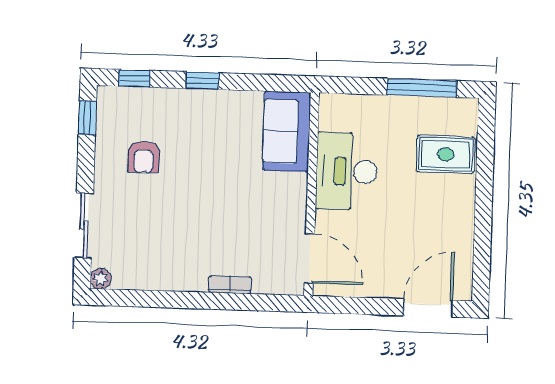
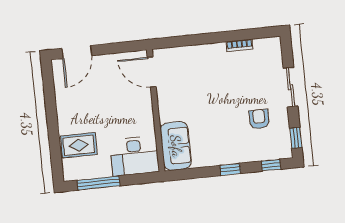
desk: (347, 171) -> (135, 156), moved, turned 90
sliding door: (84, 225) -> (291, 87), moved
plant: (101, 279) -> (275, 43), removed
bookcase: (230, 285) -> (240, 45), moved

